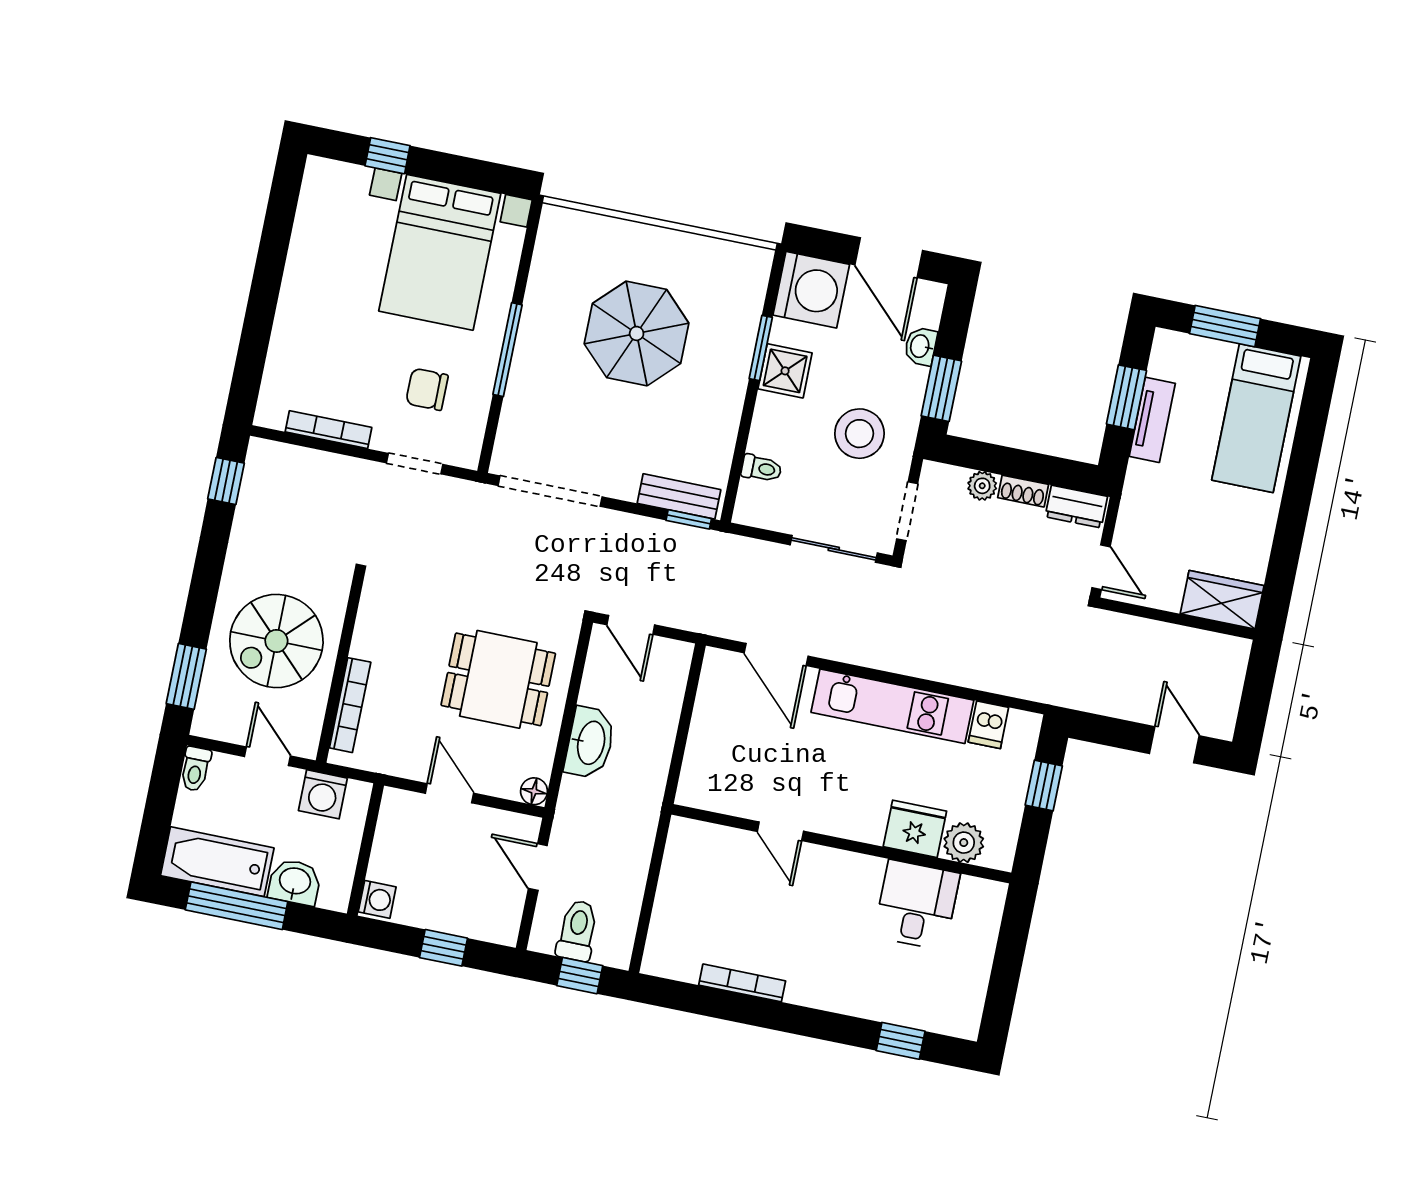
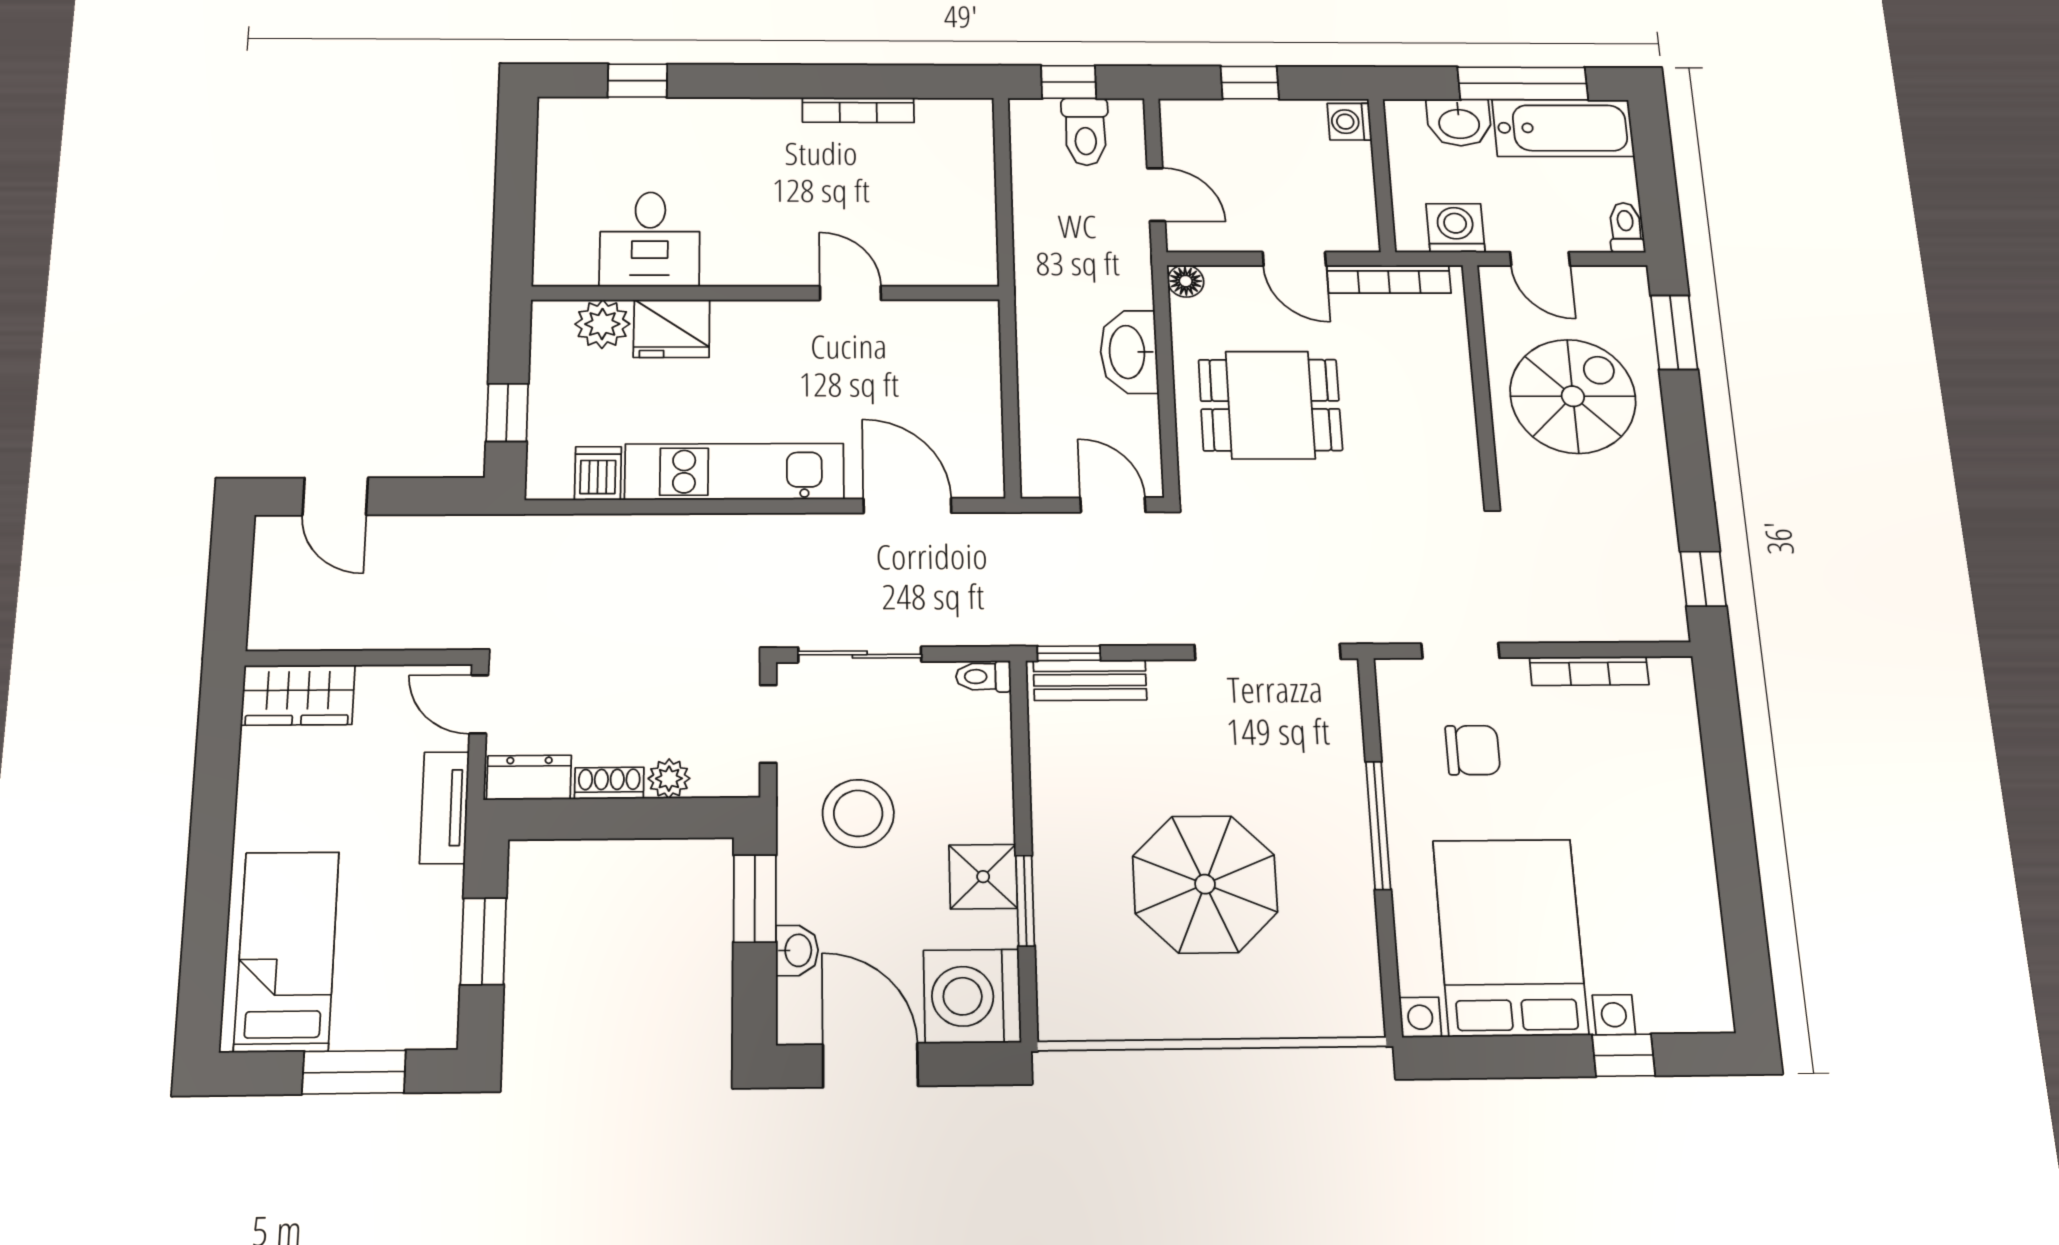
tv unit: (1152, 420) -> (445, 808), moved
toilet: (761, 468) -> (983, 677), moved
bookcase: (350, 705) -> (1389, 279), moved, turned -90

